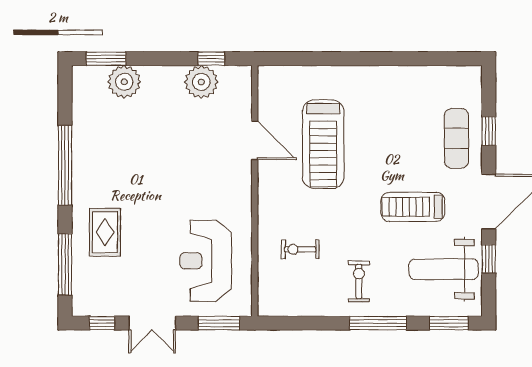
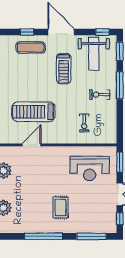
treadmill: (323, 144) -> (33, 112), turned 180
rug: (105, 232) -> (61, 207), moved, turned 90
window: (489, 259) -> (102, 32), moved

